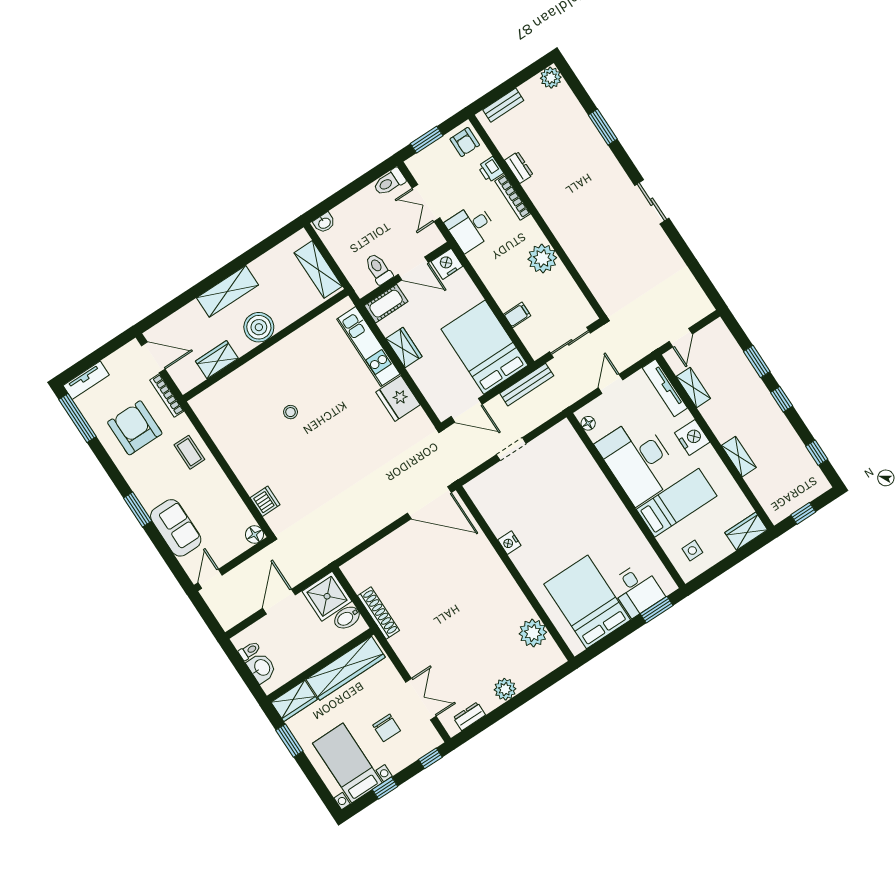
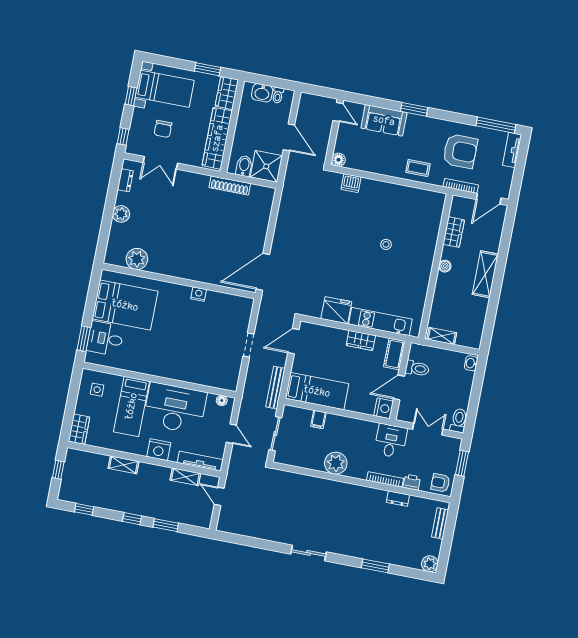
shelving: (318, 269) -> (442, 336), width x0.67, depth x0.75
boiler: (259, 327) -> (445, 266), width x0.54, depth x0.54
bed: (484, 347) -> (317, 391), width x0.67
chair: (387, 728) -> (163, 129), turned -90

